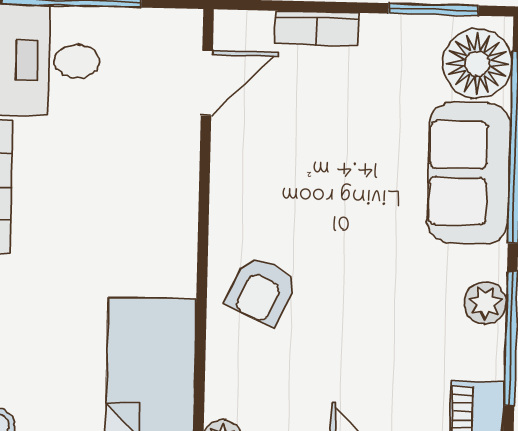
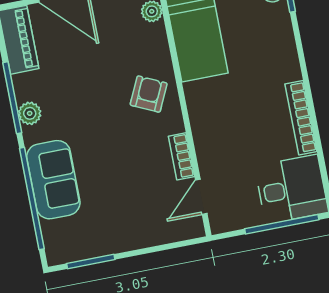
bookcase: (317, 28) -> (181, 156), moved, turned -90
floor lamp: (477, 64) -> (61, 238), removed

